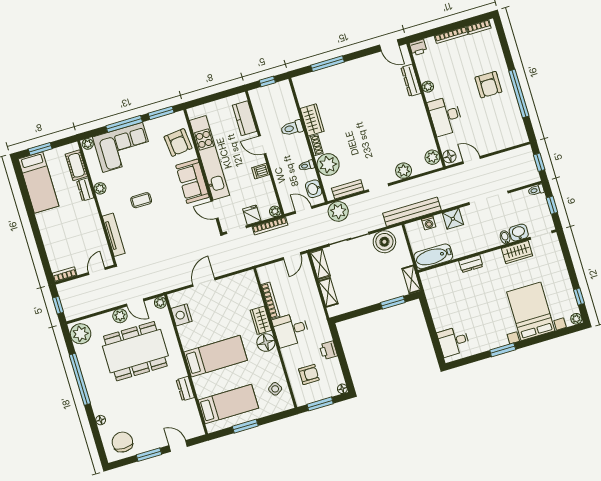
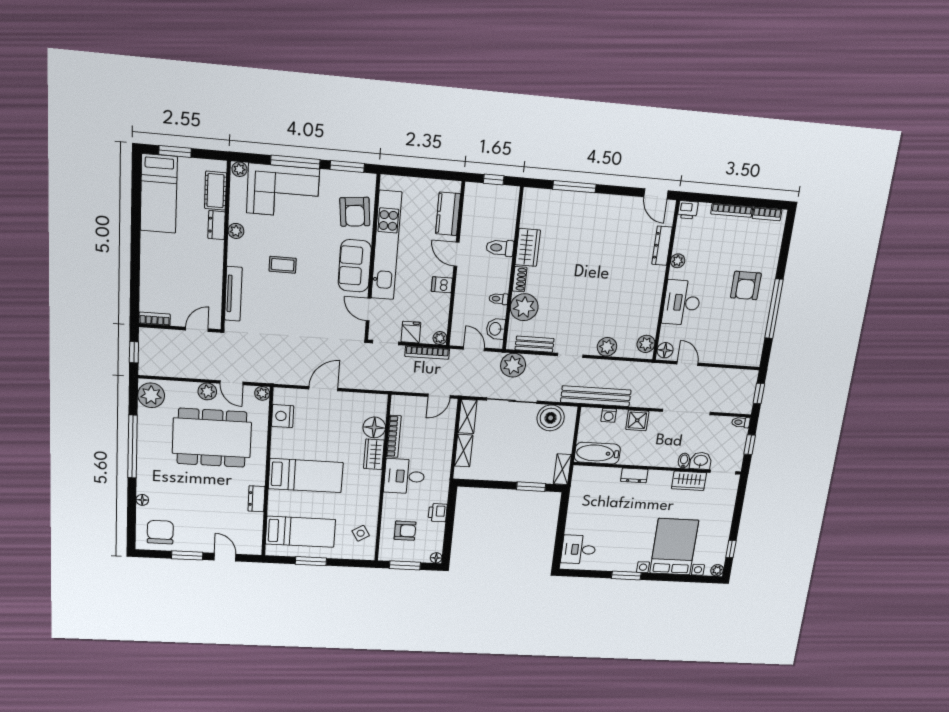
floor lamp: (266, 343) -> (374, 427), moved

